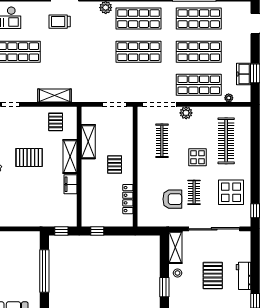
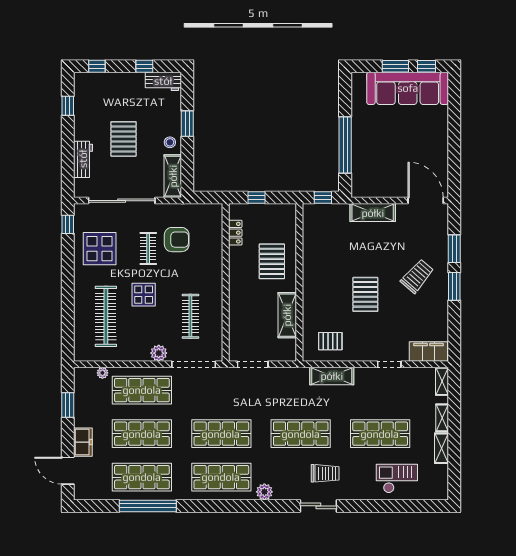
shop shelf: (78, 52) -> (301, 434), added
freezer: (244, 74) -> (83, 442), moved
pallet: (56, 122) -> (330, 341), turned 90
pallet: (29, 157) -> (365, 294), turned 90
shelving: (70, 157) -> (373, 213), moved, turned 90
pallet: (115, 165) -> (272, 261), moved, width x1.50, depth x1.42
filing cabinet: (71, 184) -> (311, 259), removed
locker: (128, 199) -> (235, 233), width x0.66
armchair: (172, 199) -> (177, 240), turned 180
window: (97, 231) -> (257, 198), moved
workbench: (243, 276) -> (83, 159), moved

